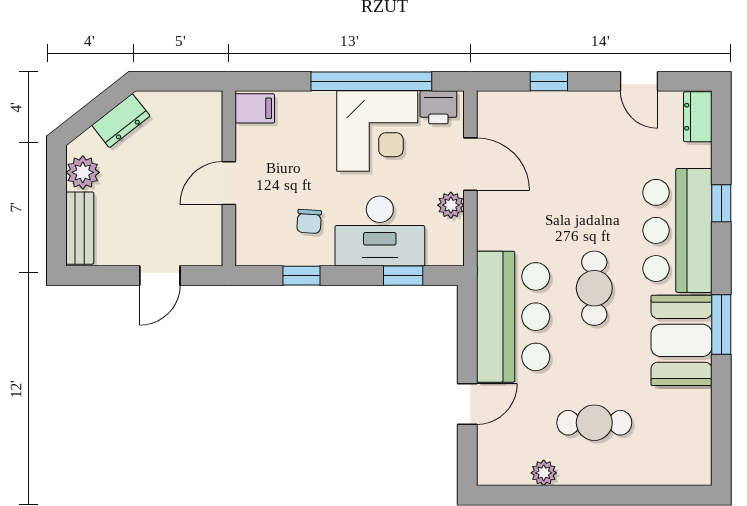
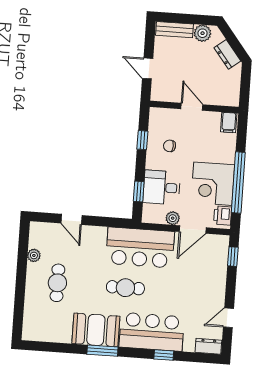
window: (549, 81) -> (233, 257), moved
desk: (380, 231) -> (162, 187), width x0.73
bar counter: (513, 317) -> (140, 248), moved

